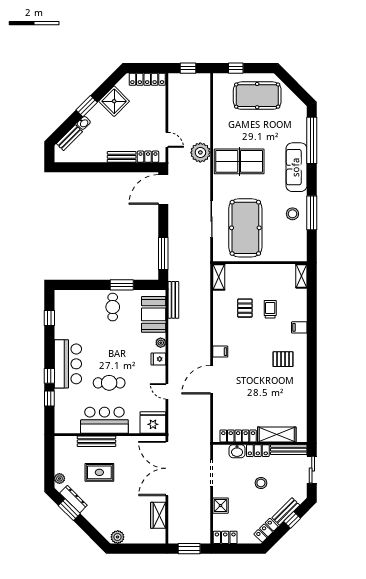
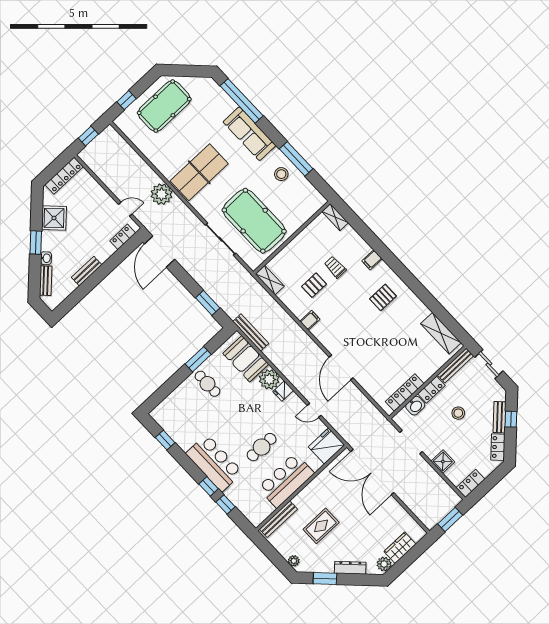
bench: (122, 157) -> (87, 271), moved
window: (163, 253) -> (208, 303), width x0.69
pallet: (245, 308) -> (314, 285), turned 90
plant: (161, 343) -> (269, 379), width x1.88, depth x1.88
filing cabinet: (220, 352) -> (310, 320), moved
shelving: (277, 434) -> (441, 333), moved, turned 90
bench: (96, 441) -> (278, 519), moved
dresser: (73, 499) -> (350, 568), moved
wardrobe: (158, 515) -> (400, 548), moved, turned 90

